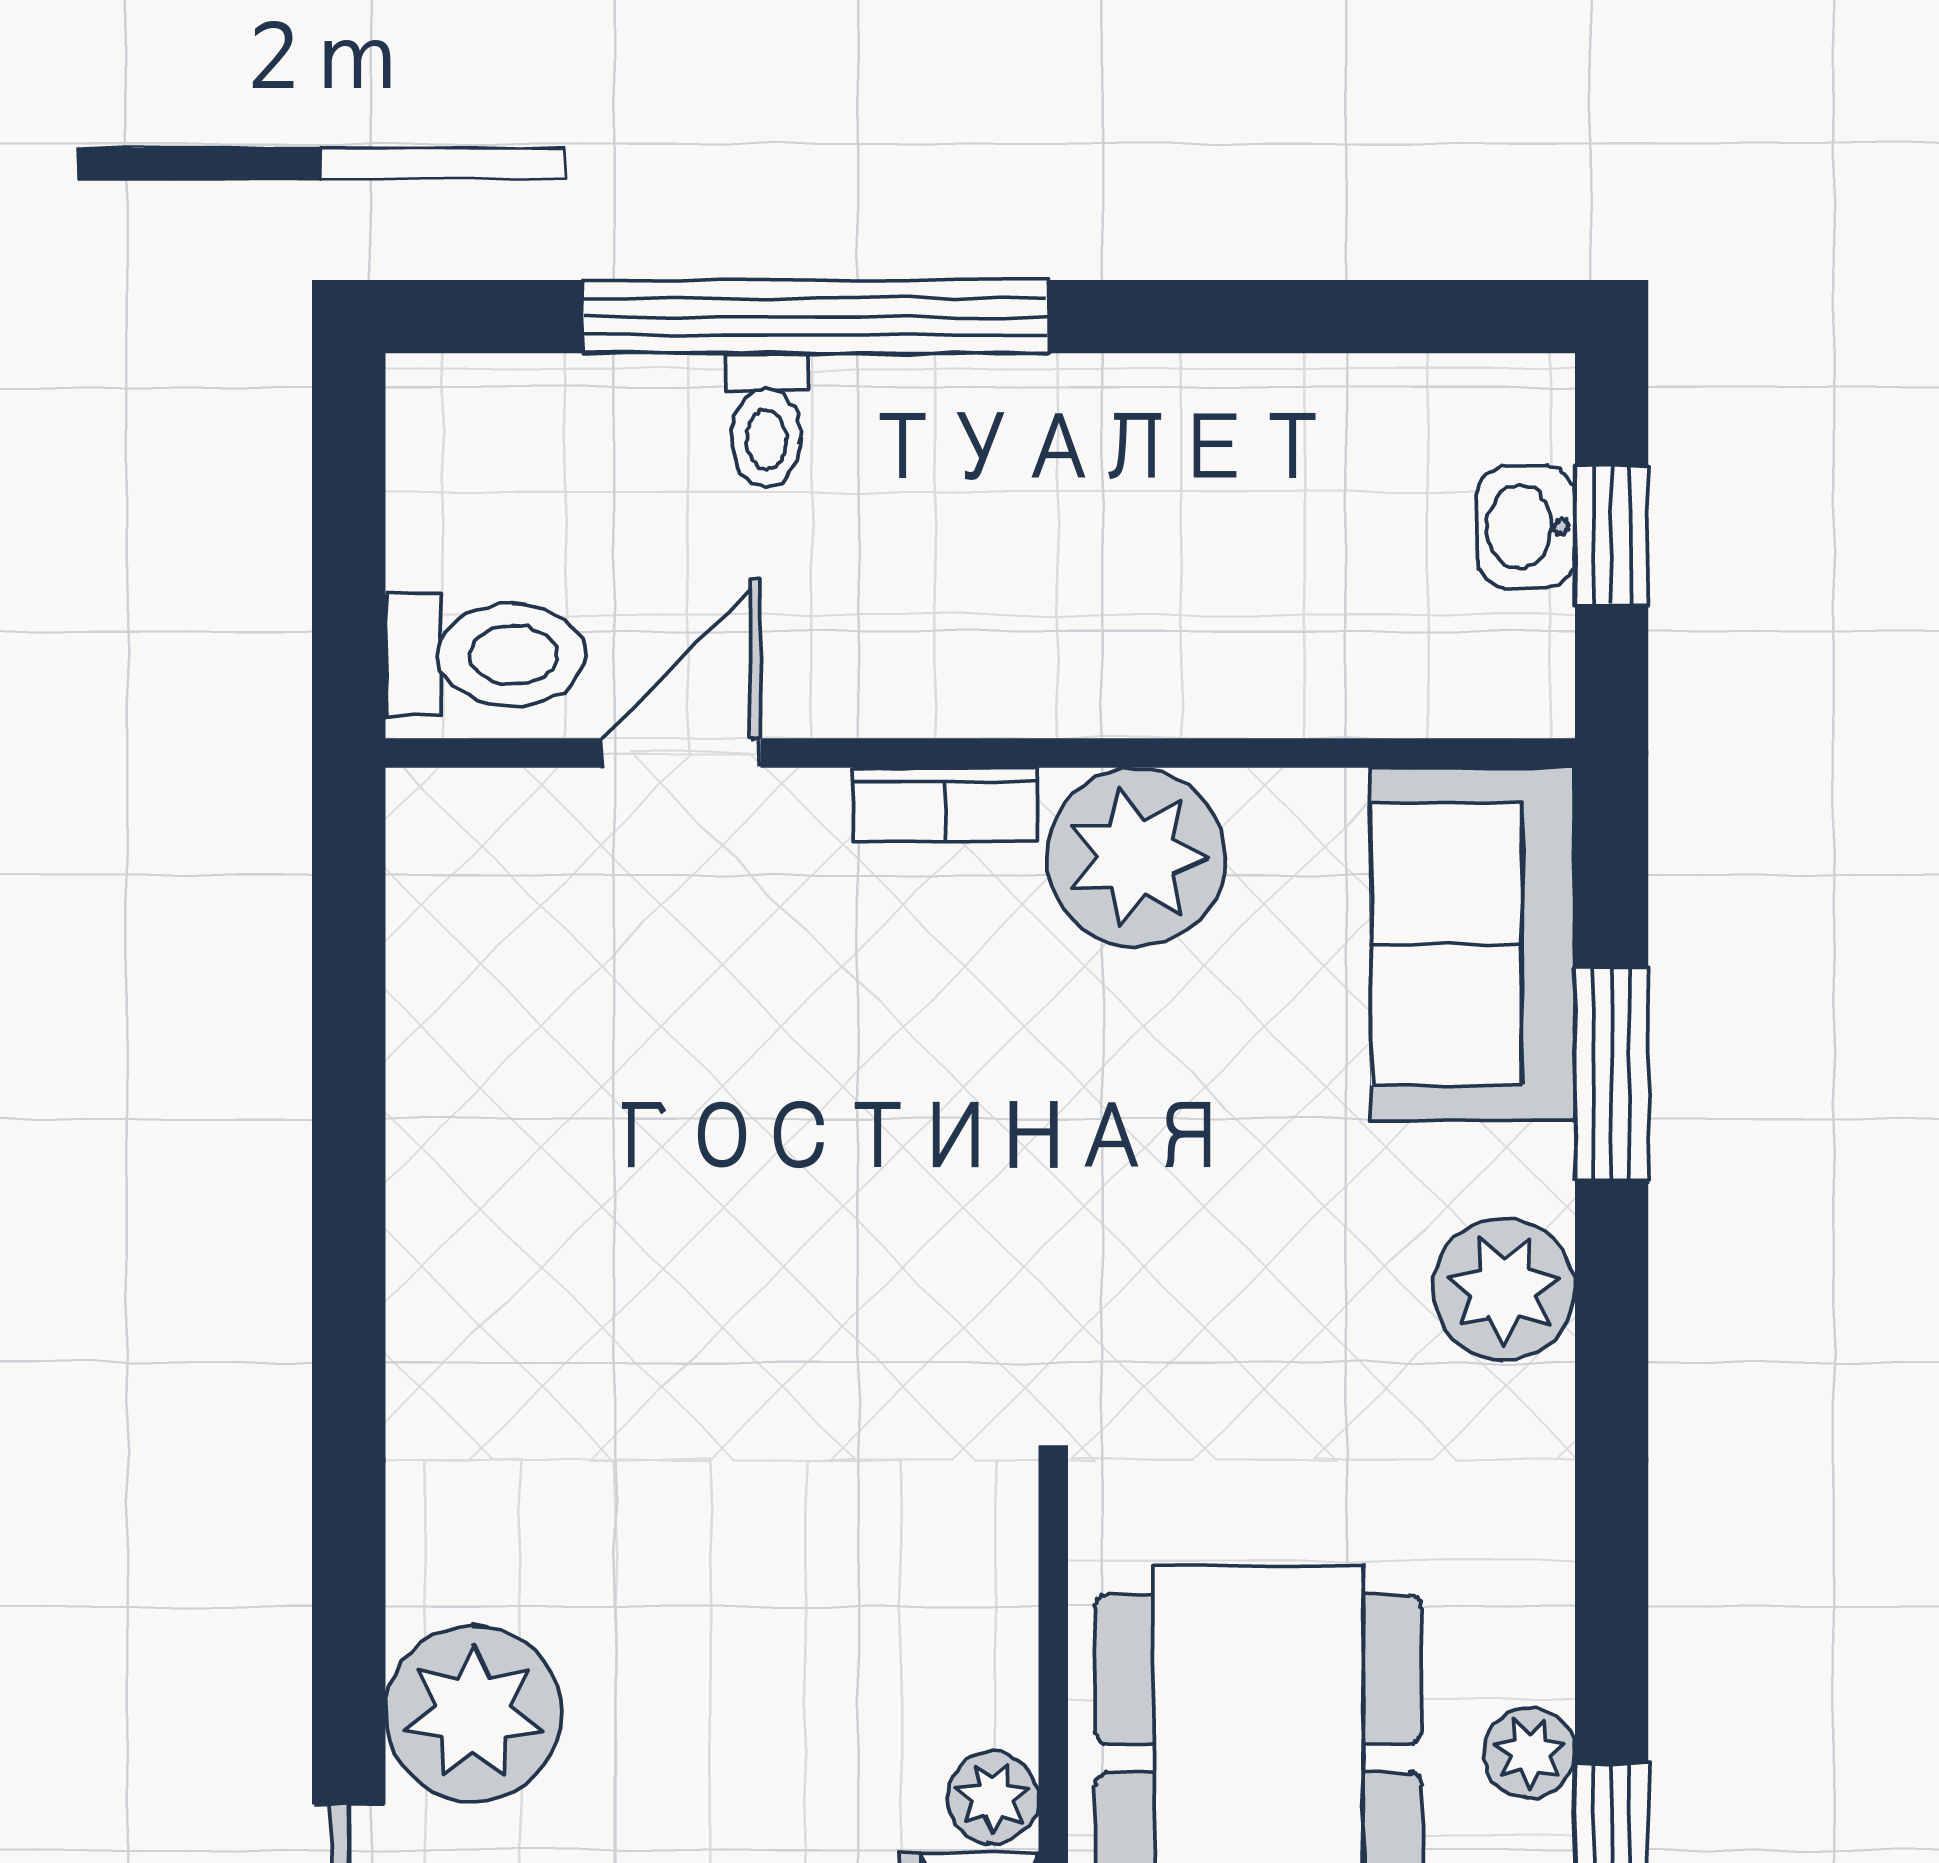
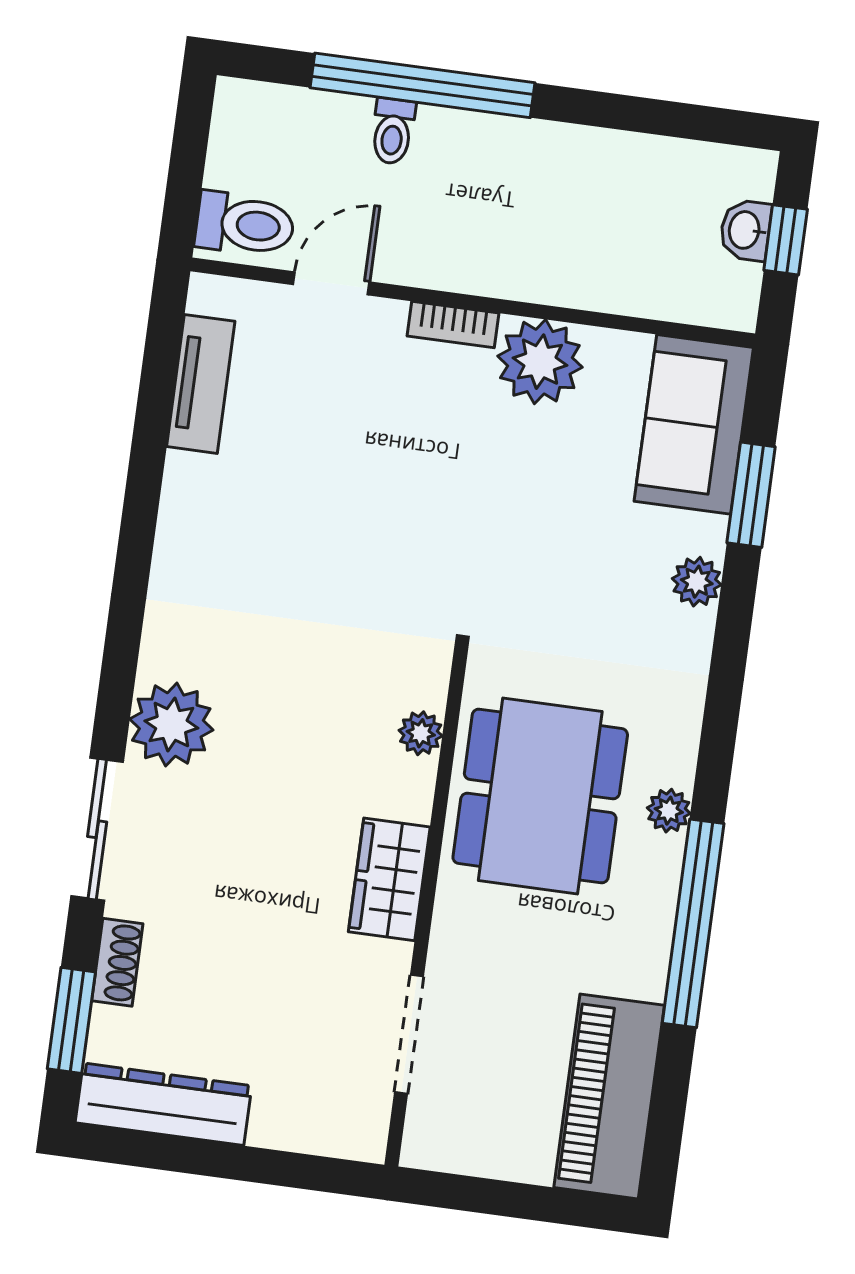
tv unit: (439, 999) -> (201, 384), added
plant: (1504, 1289) -> (697, 582), width x0.73, depth x0.73
plant: (993, 1798) -> (421, 733), moved

